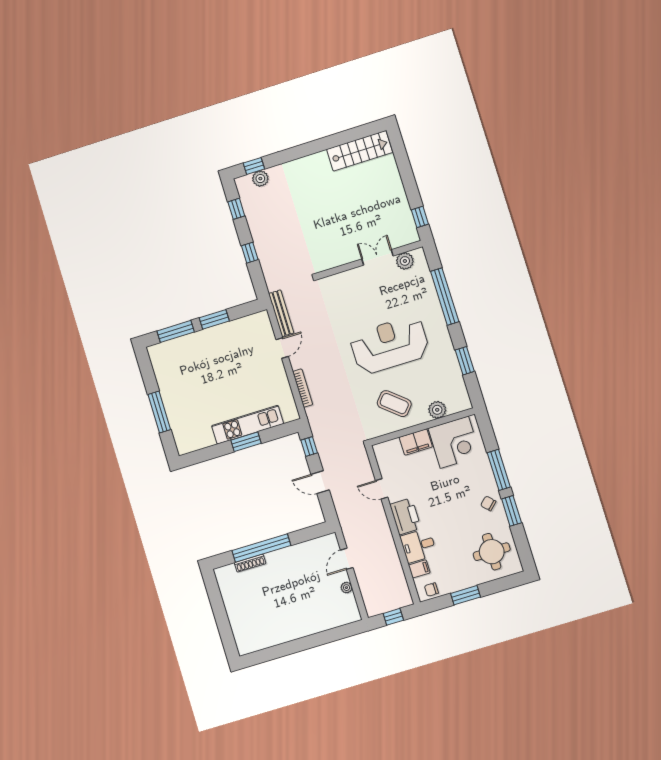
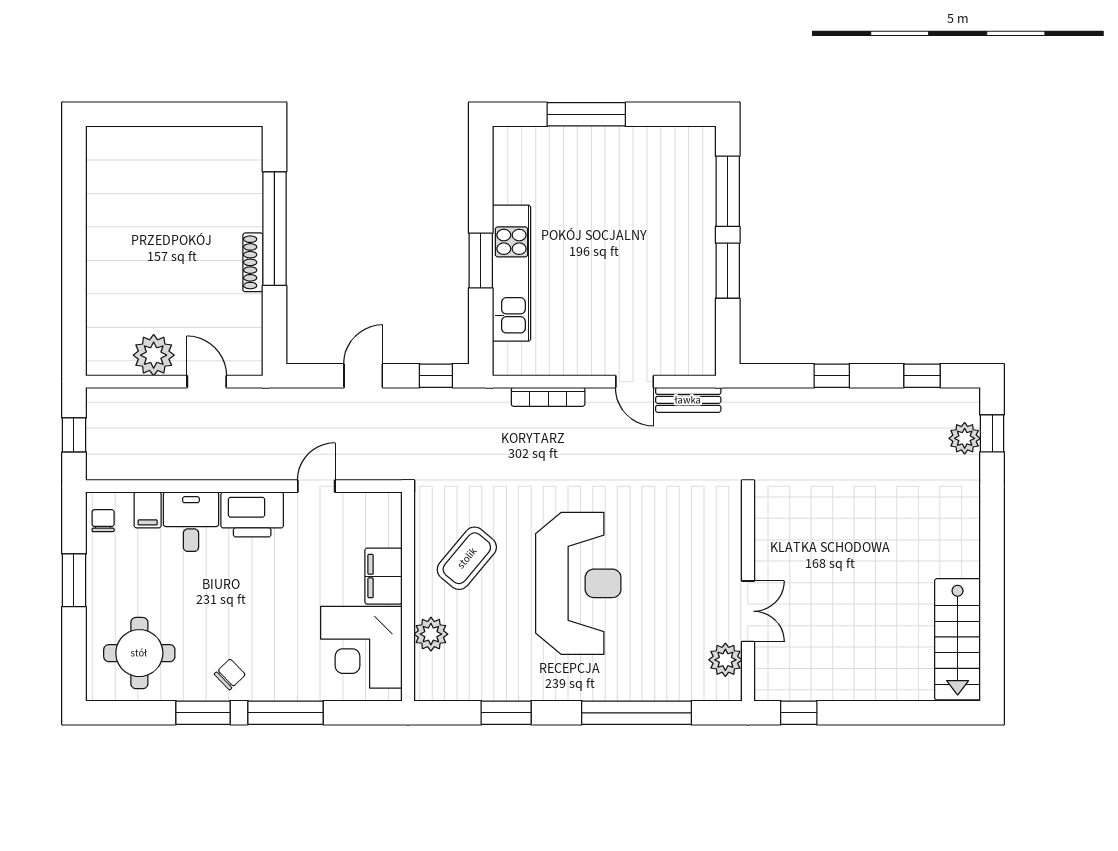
bench: (281, 313) -> (688, 400), width x0.73
shoe rack: (250, 563) -> (253, 262), moved
plant: (346, 588) -> (154, 355), width x1.88, depth x1.88

